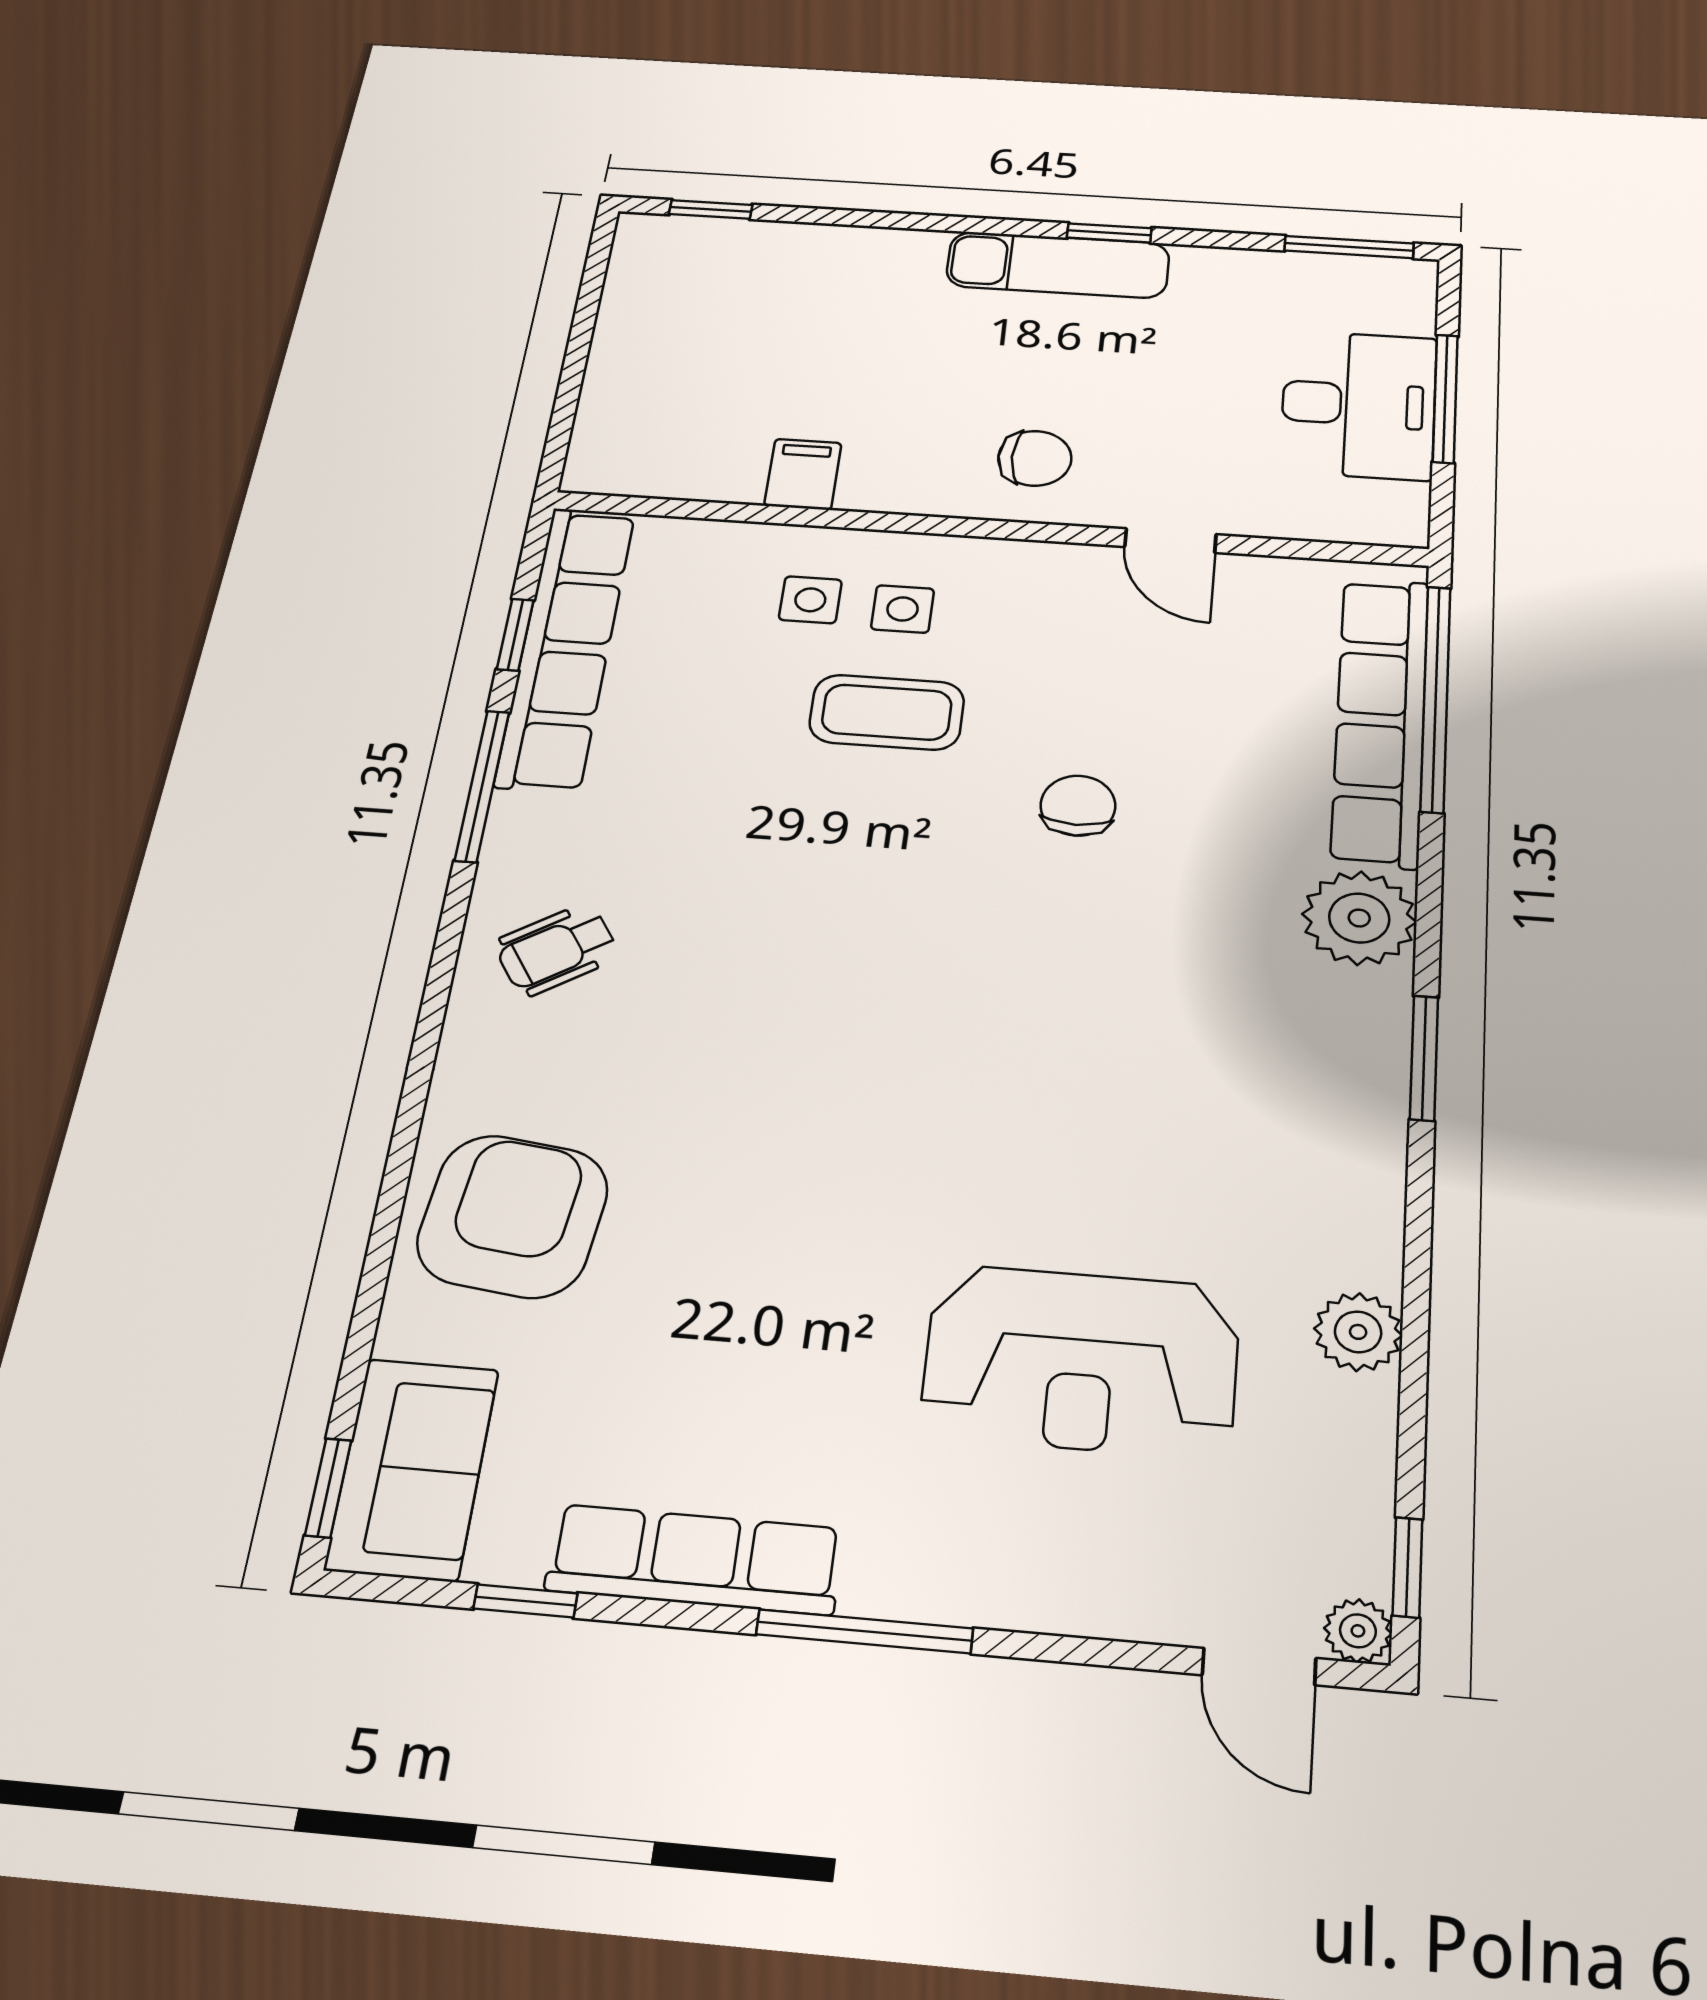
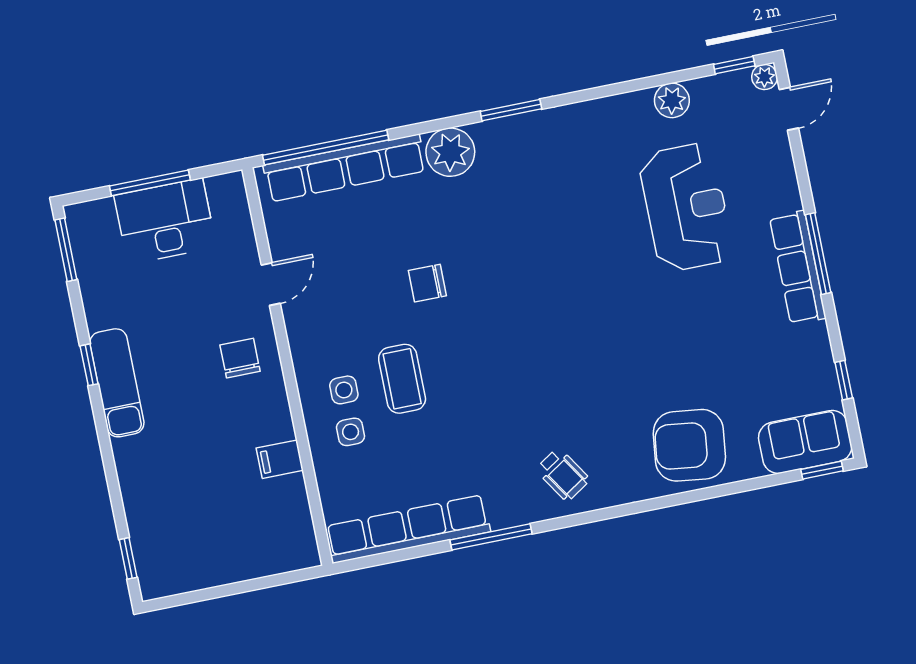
window: (515, 635) -> (407, 554), removed
plant: (1358, 1332) -> (672, 100), moved
row of seats: (695, 1559) -> (798, 268), moved

